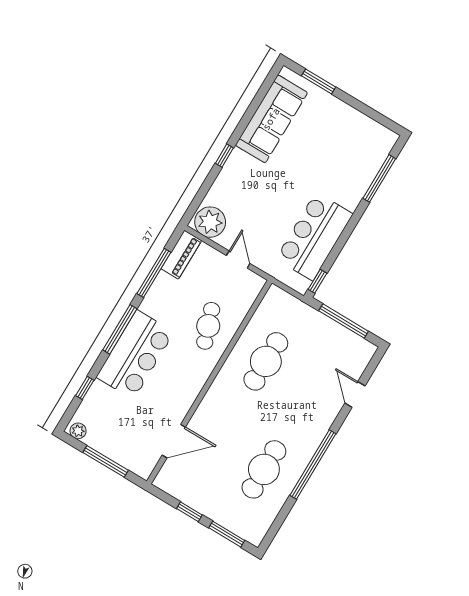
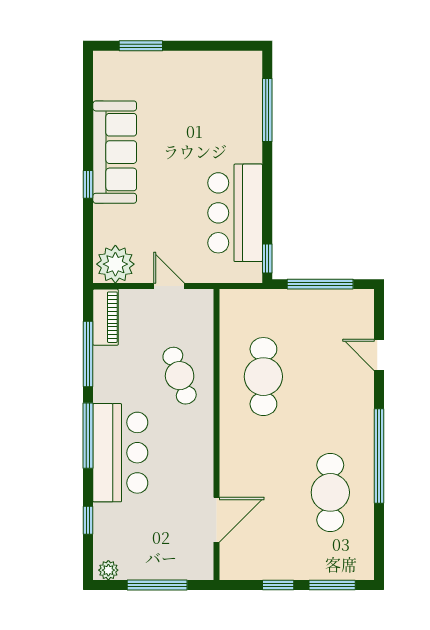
sofa: (271, 119) -> (115, 152), moved

